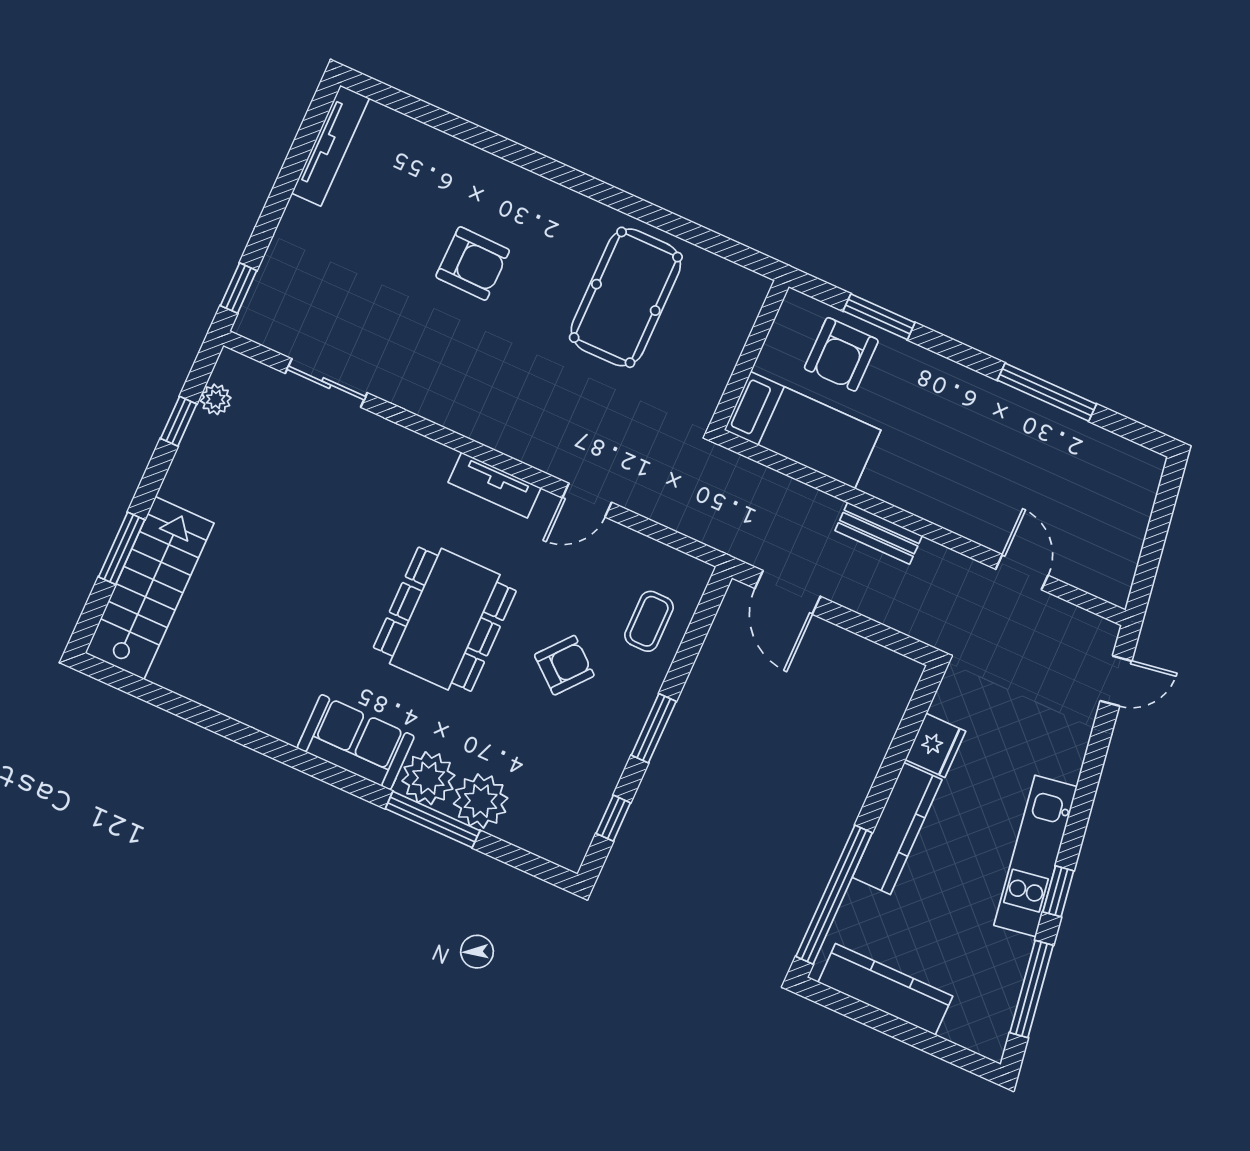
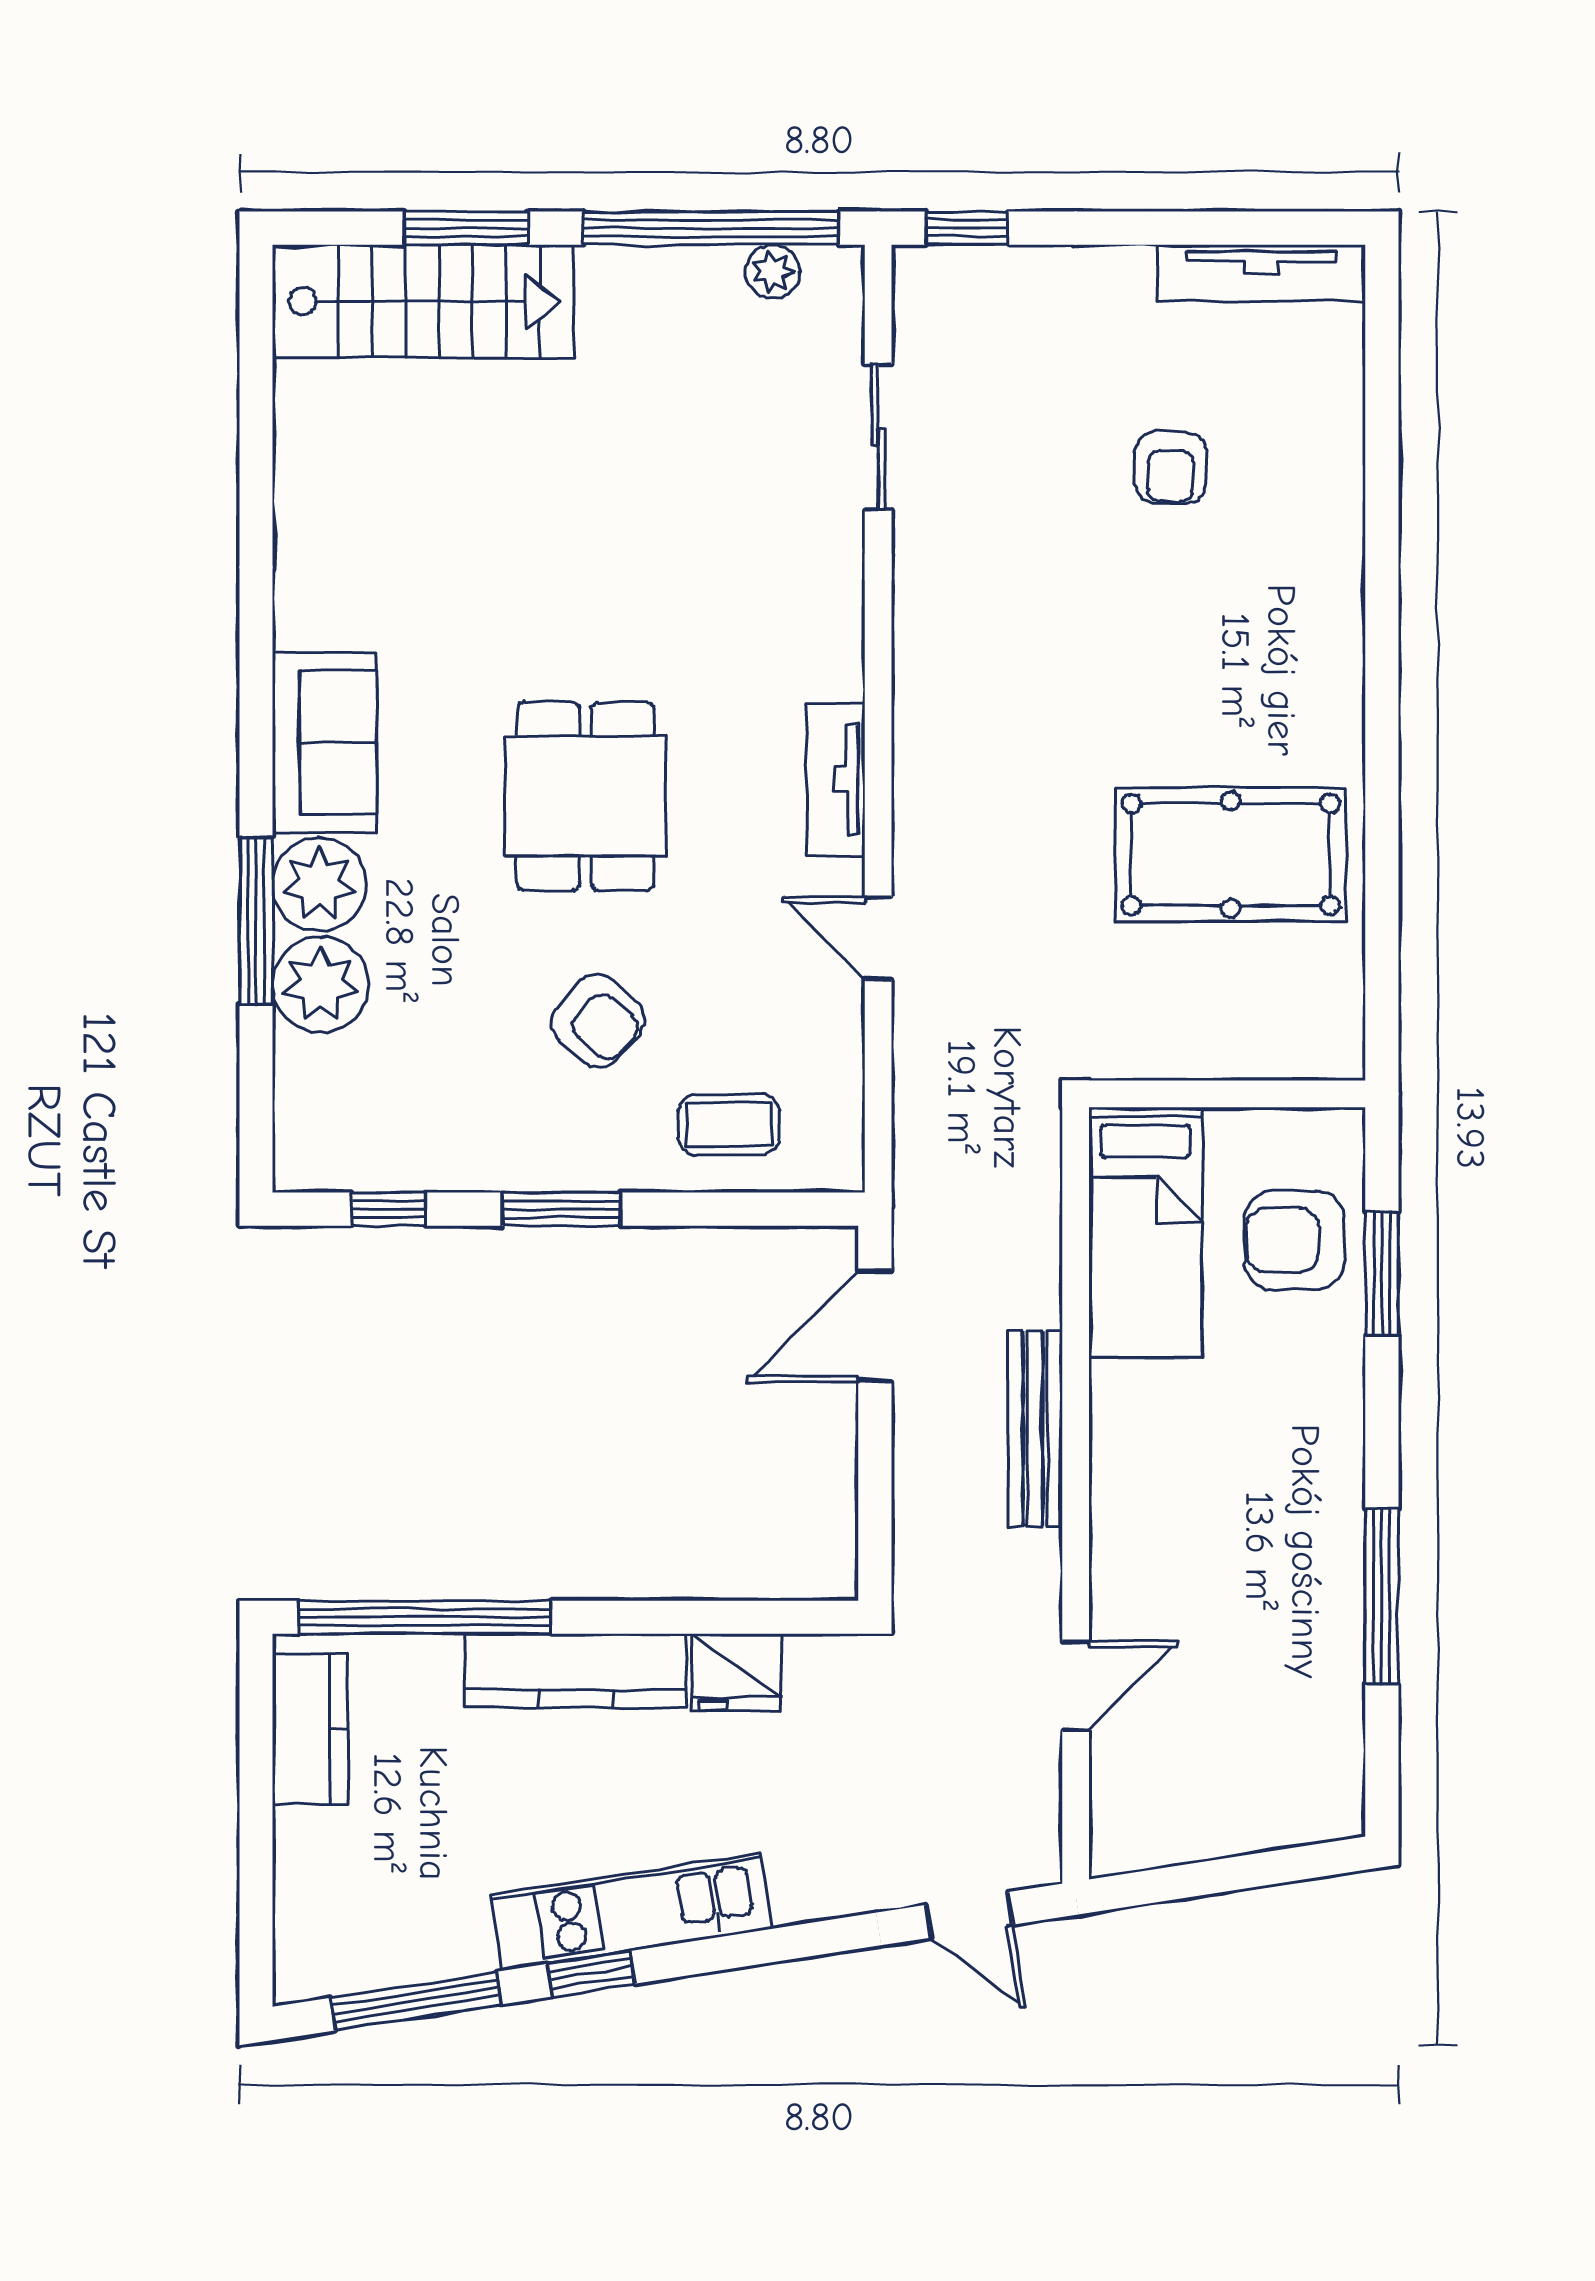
armchair: (473, 263) -> (1171, 468), moved, width x0.72, depth x0.72
window: (179, 421) -> (711, 228), width x3.17
bench: (879, 533) -> (1035, 1429), width x1.36
dining table: (445, 619) -> (585, 796), width x0.73
kitchen counter: (885, 989) -> (310, 1730), width x0.67

